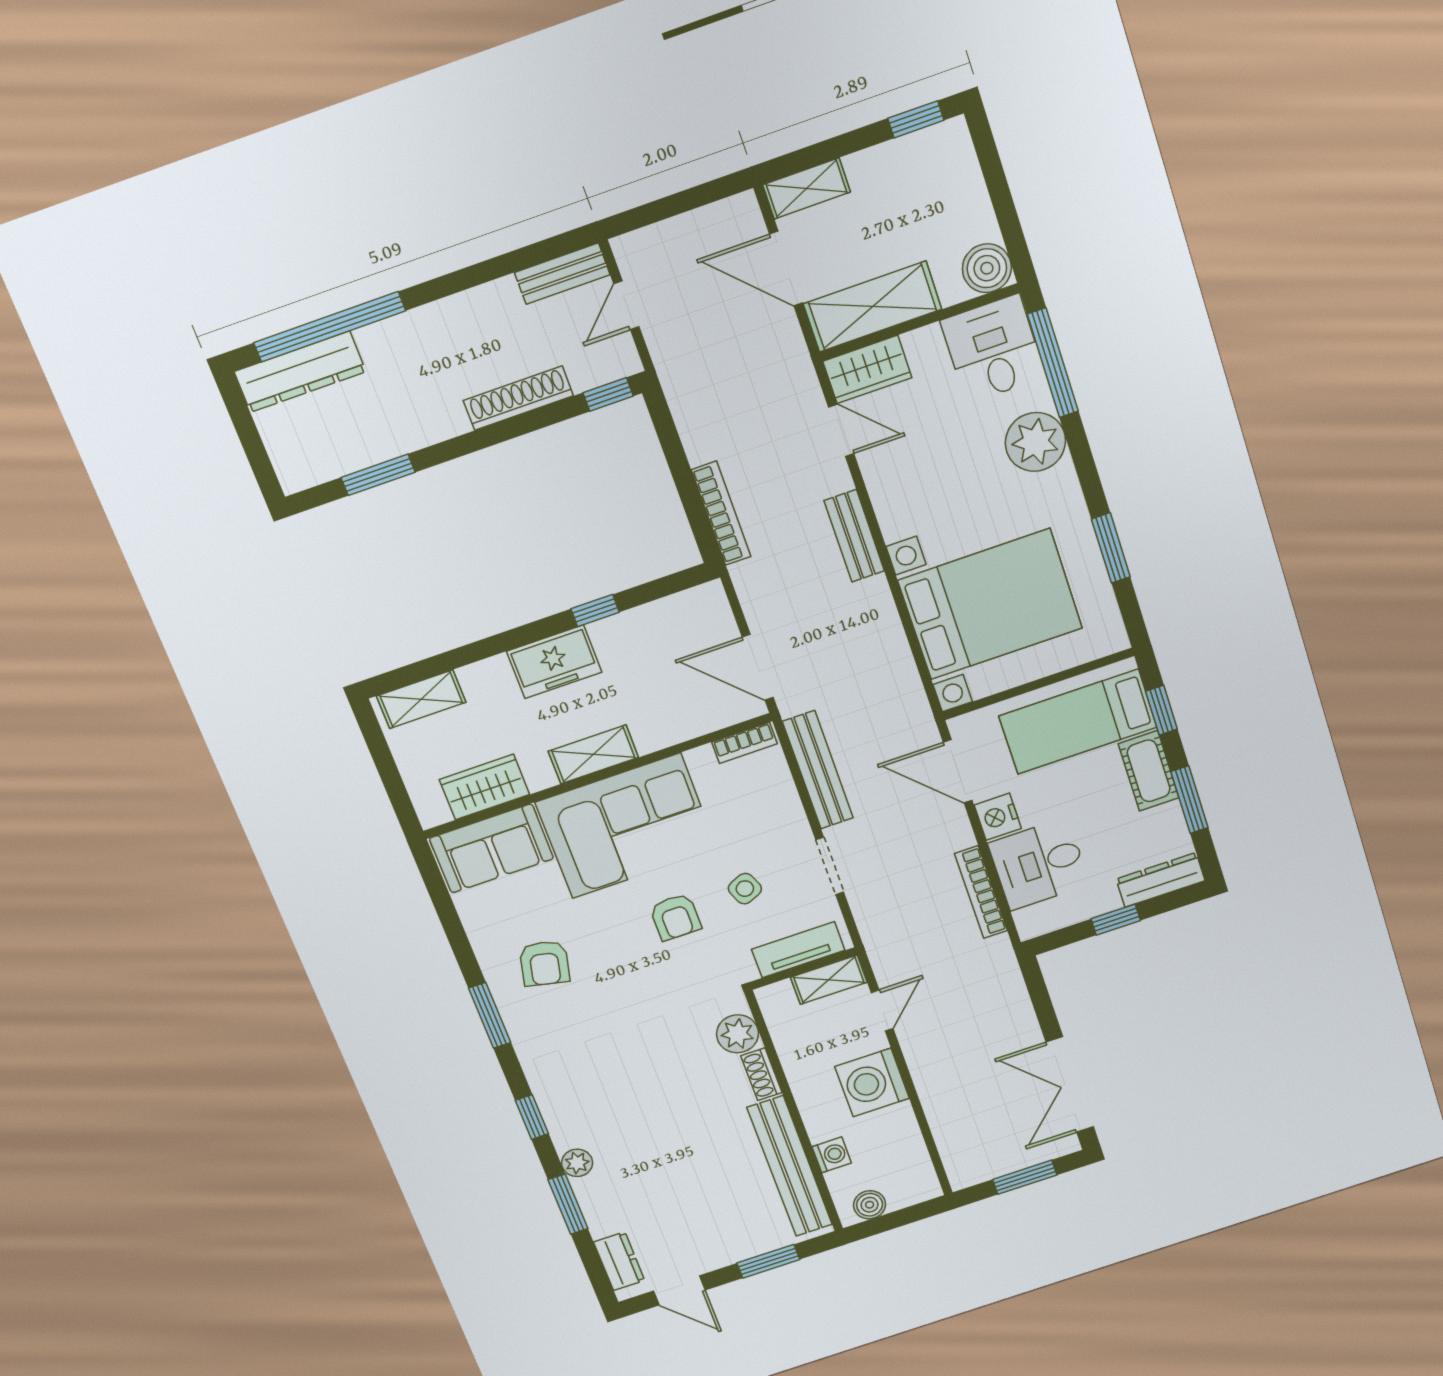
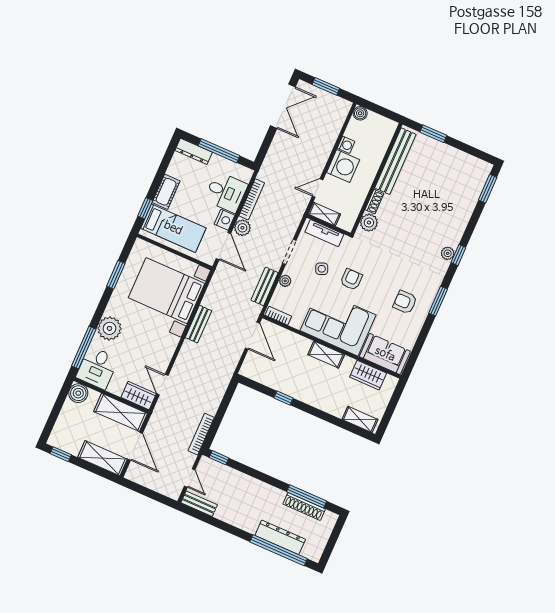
shelving: (807, 188) -> (102, 458), width x1.50, depth x1.33
door: (626, 305) -> (190, 478), hinge flipped
dresser: (300, 372) -> (280, 537), moved
shoe rack: (518, 398) -> (304, 506), moved
window: (378, 475) -> (307, 496), width x1.44
bookcase: (721, 513) -> (201, 434), moved
bench: (854, 536) -> (198, 324), moved
freezer: (554, 662) -> (310, 394), removed
bench: (818, 770) -> (265, 286), width x0.73
window: (1189, 800) -> (162, 170), removed
plant: (790, 812) -> (285, 281), added
plant: (953, 832) -> (242, 228), added
window: (1116, 920) -> (219, 151), width x2.17
armchair: (545, 963) -> (405, 302), turned -103
washing machine: (832, 1155) -> (346, 145), moved, turned 180
plant: (577, 1163) -> (448, 253), moved
window: (568, 1204) -> (488, 189), moved
boiler: (870, 1205) -> (360, 113), moved
dresser: (619, 1261) -> (480, 179), removed
door: (679, 1290) -> (471, 150), removed

